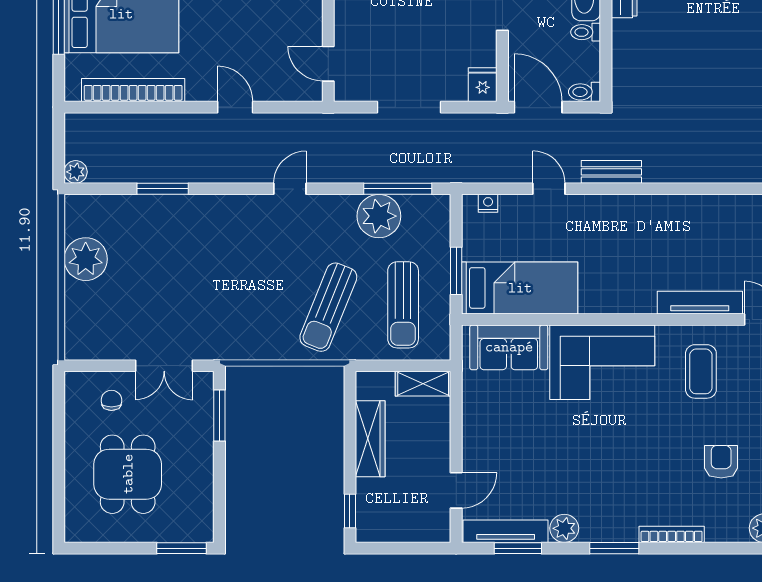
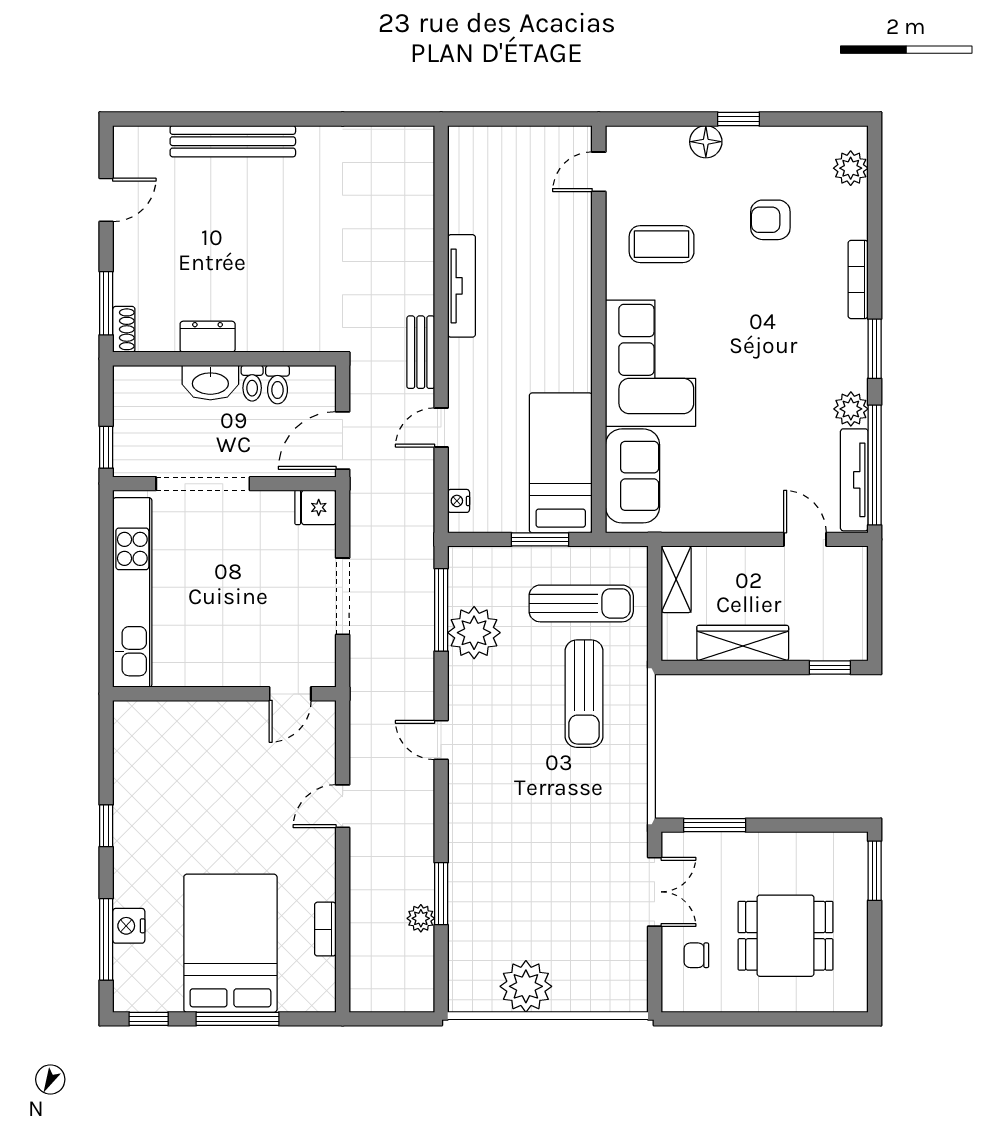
bookcase: (133, 90) -> (325, 929), width x0.43, depth x0.76
toilet: (584, 92) -> (278, 385), moved
plant: (76, 172) -> (421, 918), moved
tv unit: (700, 303) -> (462, 286), moved, turned 180
sun lounger: (328, 307) -> (584, 694), turned 68
window: (518, 548) -> (875, 465), width x2.11

